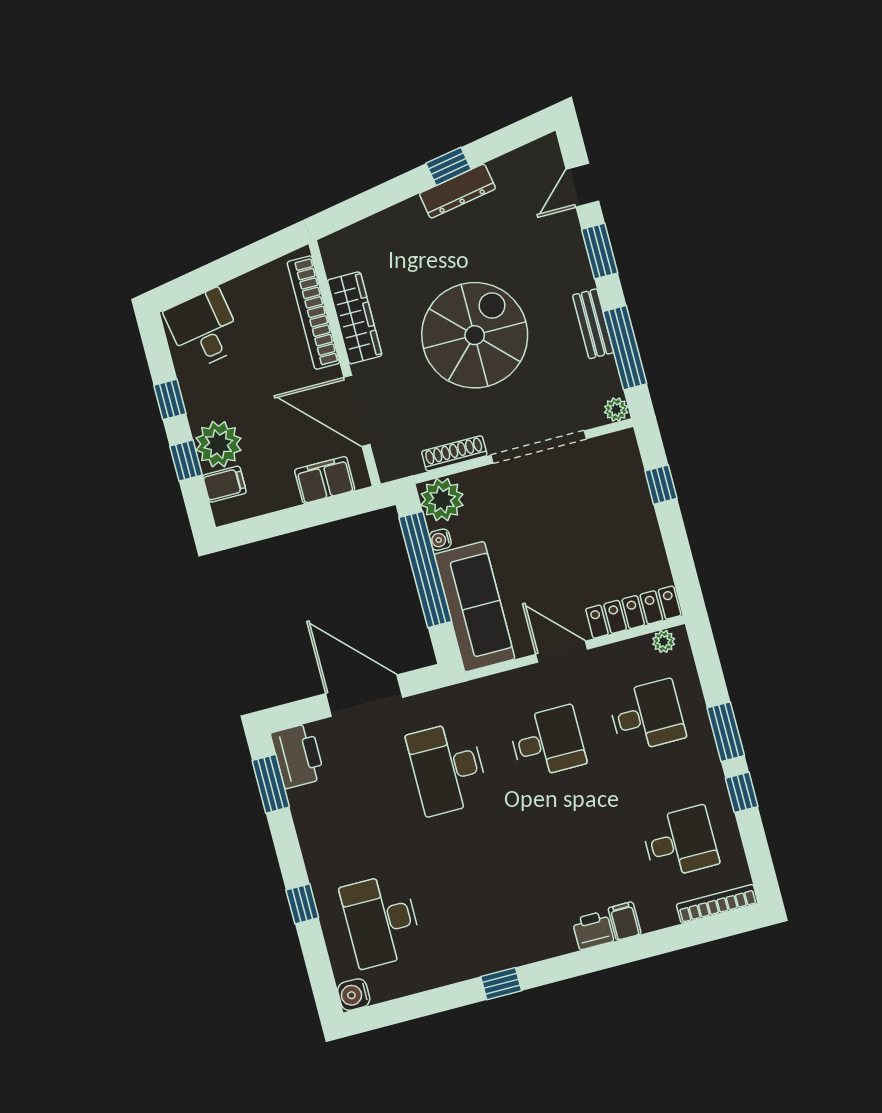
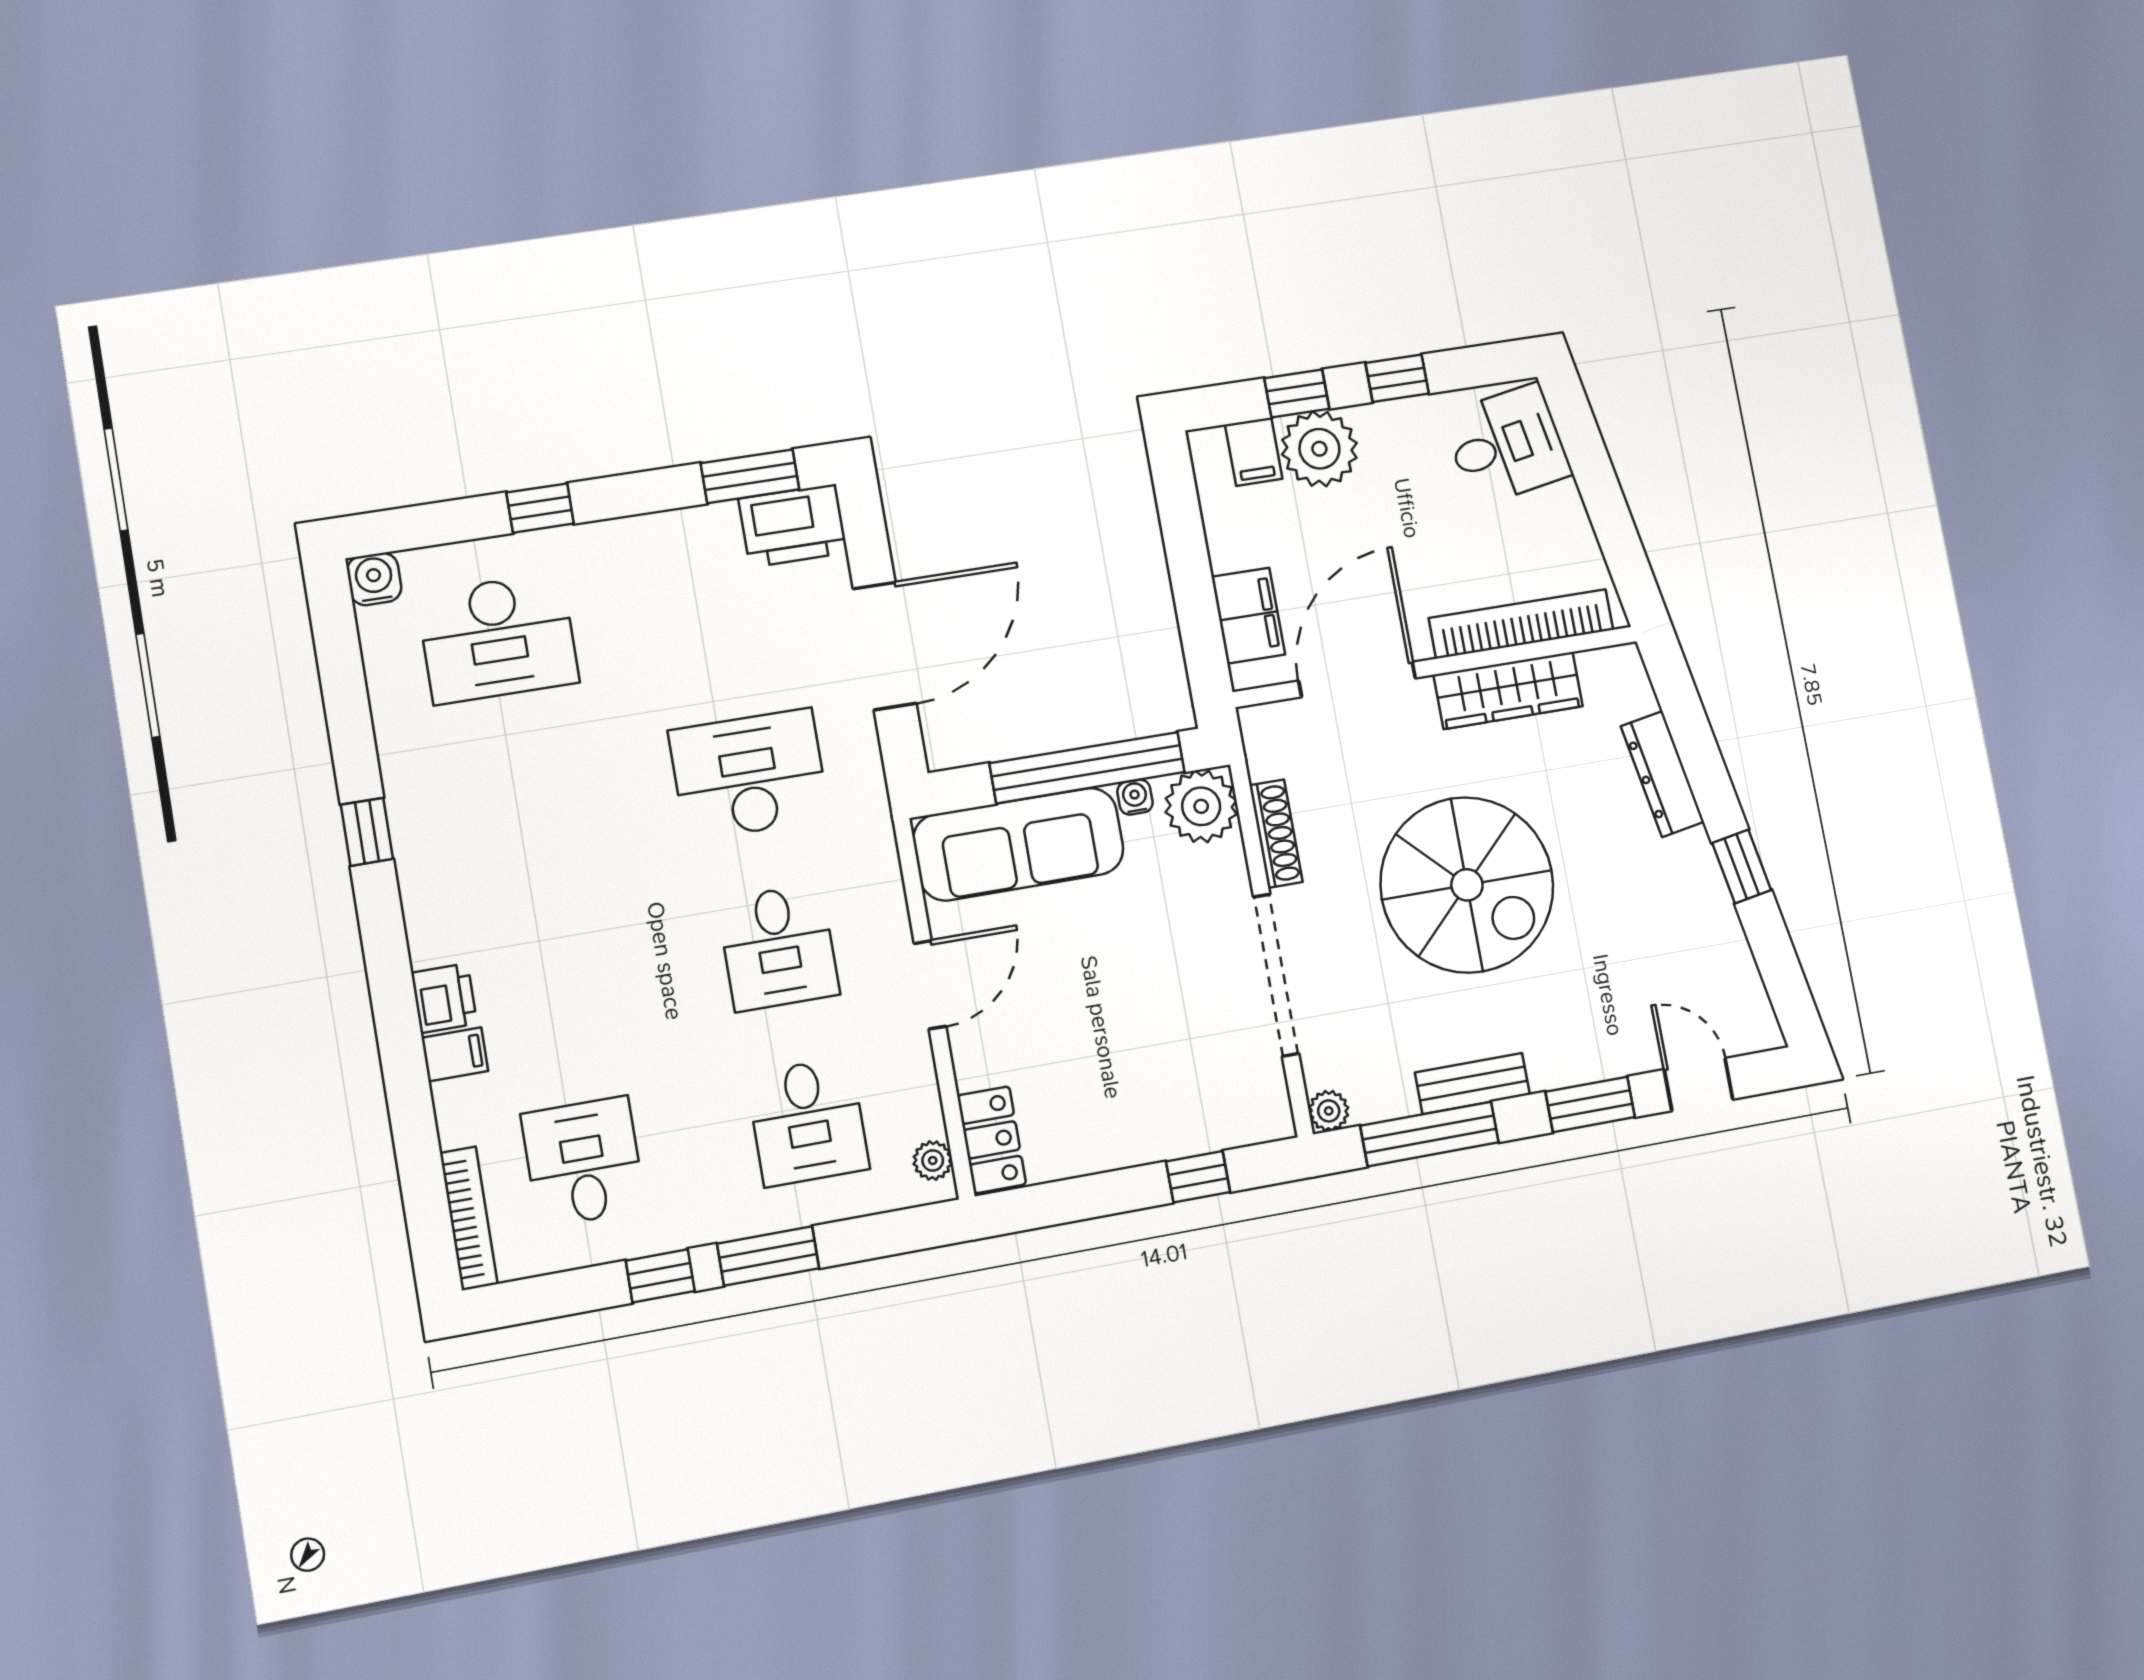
dresser: (457, 191) -> (1662, 774), moved
locker: (633, 612) -> (992, 1140), width x0.66
desk: (680, 842) -> (583, 1162), turned 180
desk: (381, 921) -> (498, 638), turned 180

